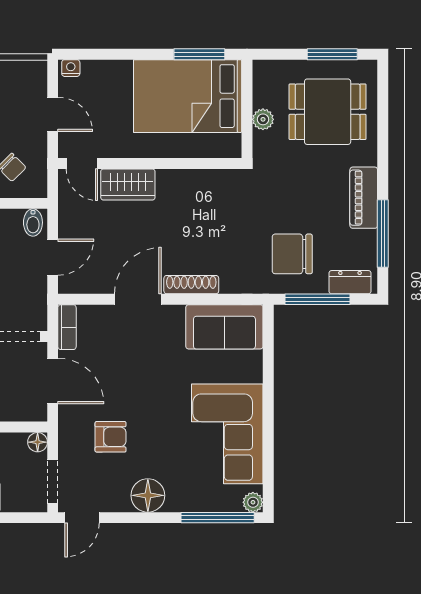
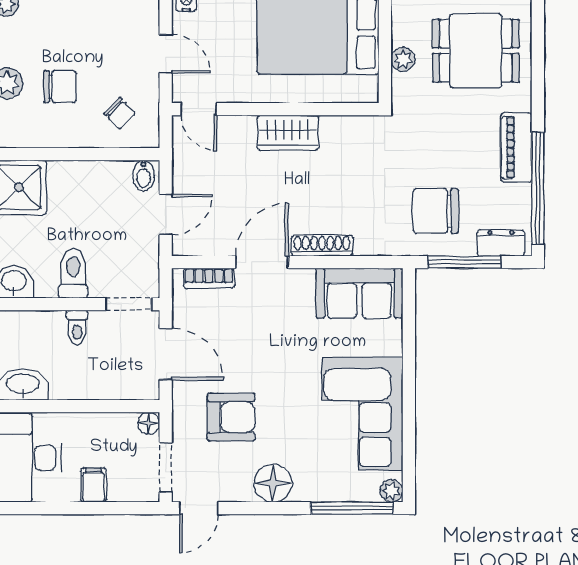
wardrobe: (128, 184) -> (288, 133), moved
window: (383, 234) -> (538, 188), width x1.46
bookcase: (67, 327) -> (209, 278), moved, turned 90
armchair: (111, 437) -> (231, 417), width x1.38, depth x1.38

